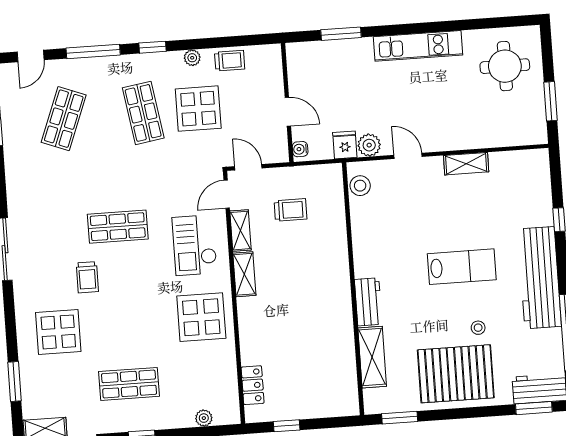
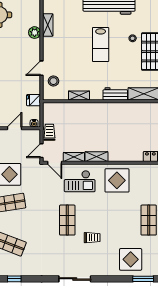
plant: (369, 145) -> (35, 33), moved
shelving: (466, 164) -> (48, 25), moved
stool: (360, 186) -> (53, 81), moved
trolley: (291, 210) -> (49, 132), moved
shelving: (360, 232) -> (79, 95), added
lab bench: (462, 267) -> (101, 44), turned 180
display table: (58, 332) -> (131, 259), moved

